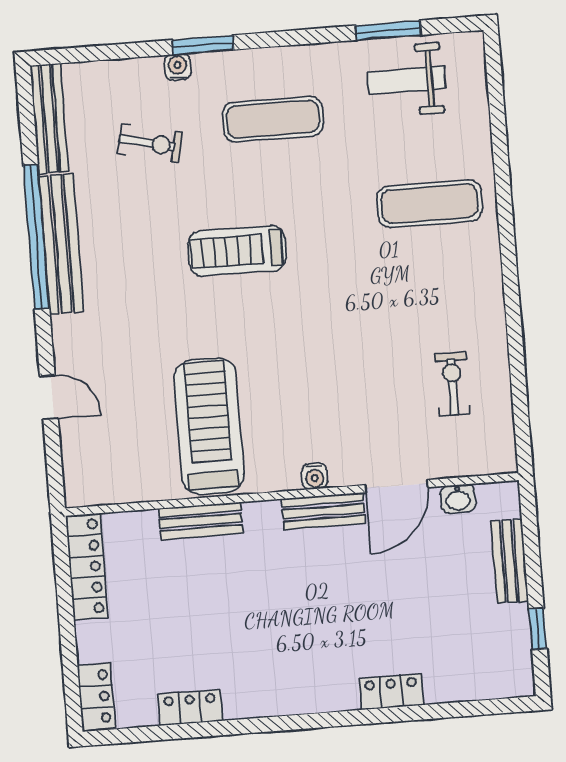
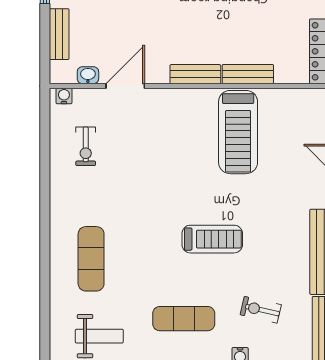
exercise mat: (430, 204) -> (91, 259), turned 90
water cooler: (314, 476) -> (64, 96), moved
bench: (323, 511) -> (195, 74), moved

